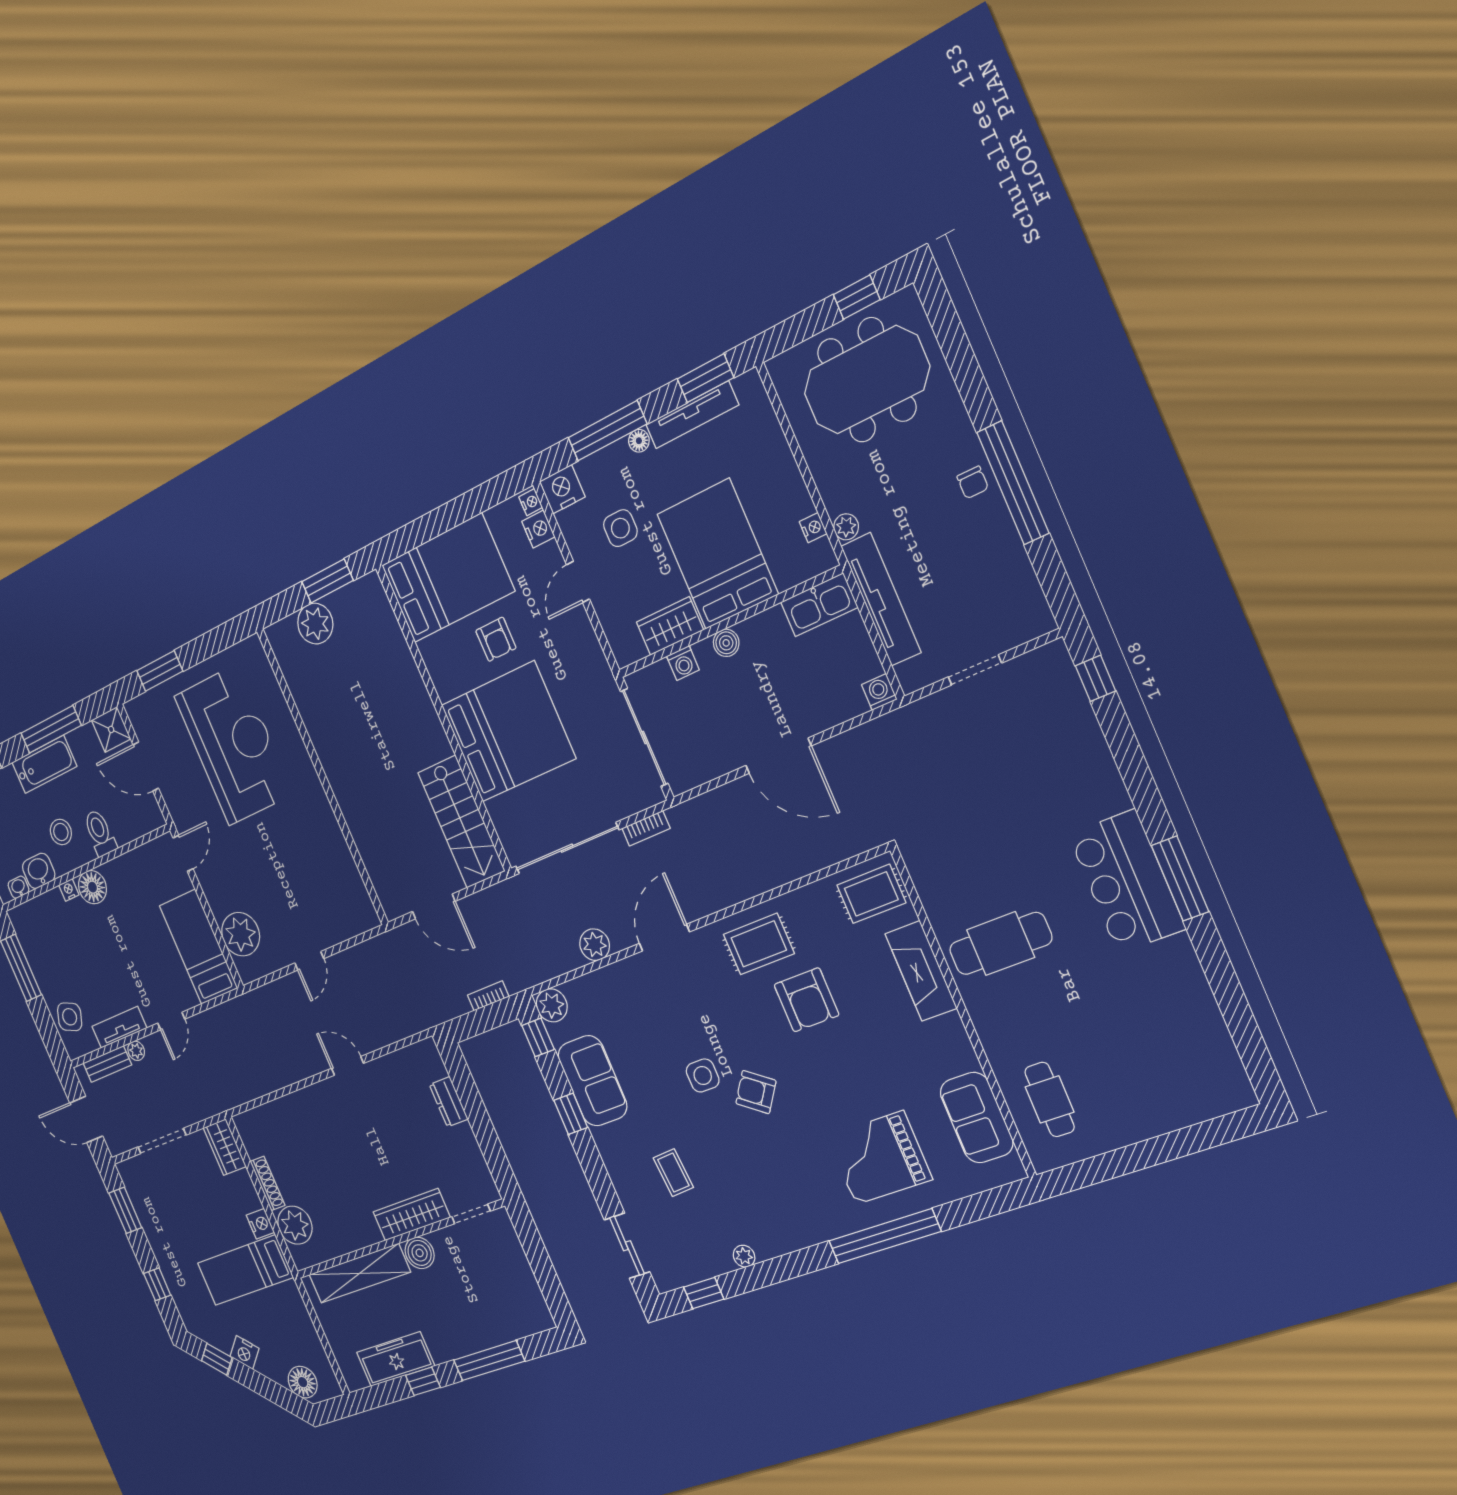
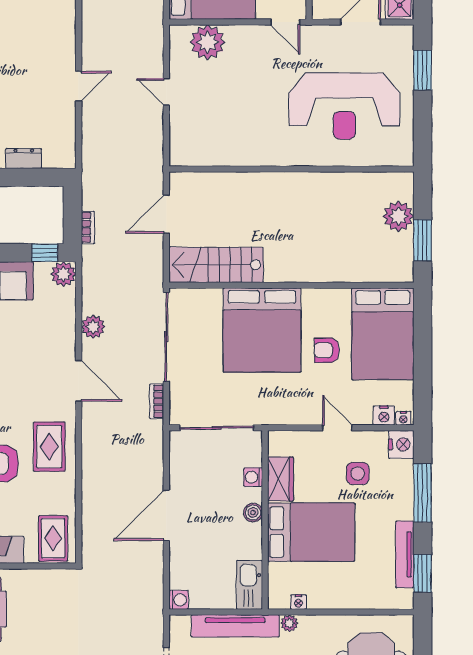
floor lamp: (639, 441) -> (406, 512), removed

